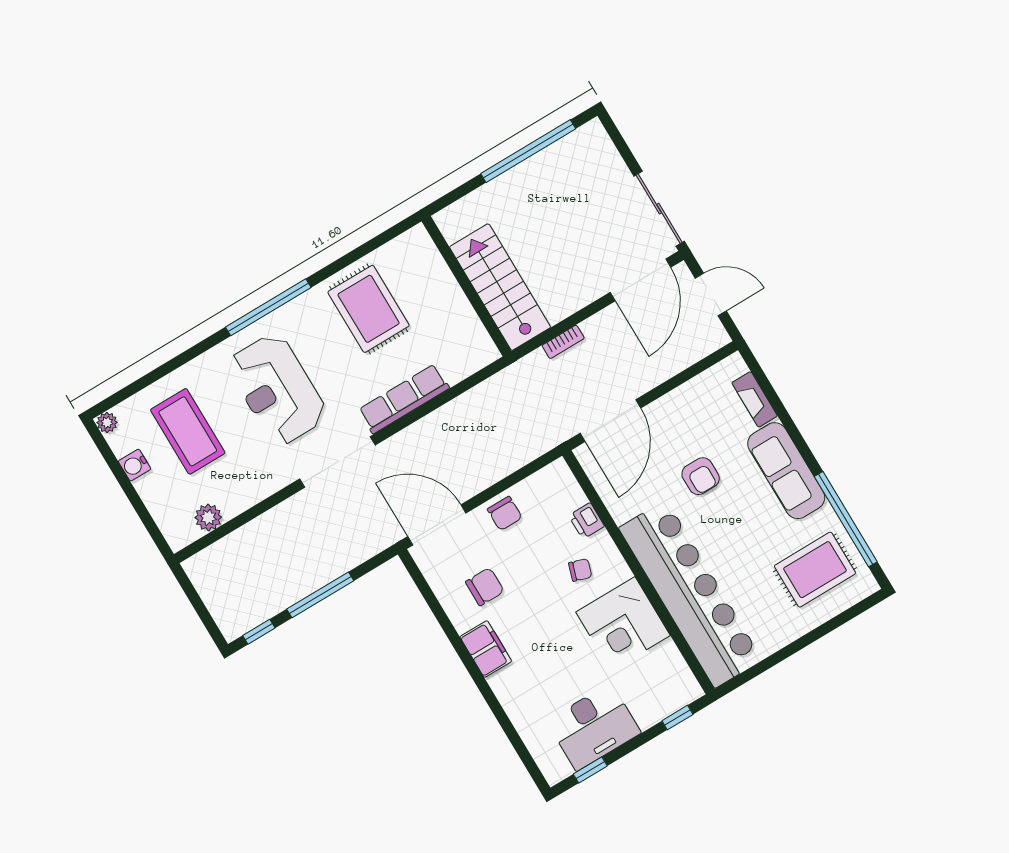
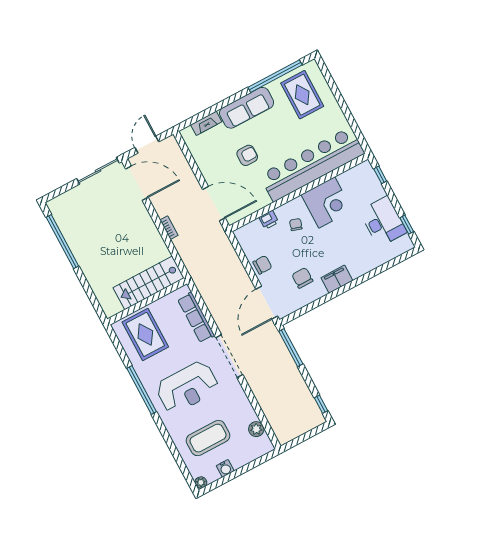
wall: (467, 286) -> (147, 301), moved
stairs: (500, 287) -> (149, 283), moved
rug: (369, 309) -> (145, 334), turned 90
window: (320, 595) -> (291, 348), moved

